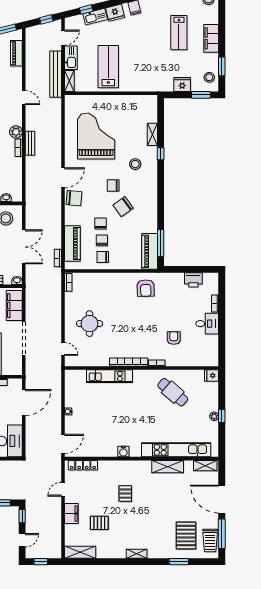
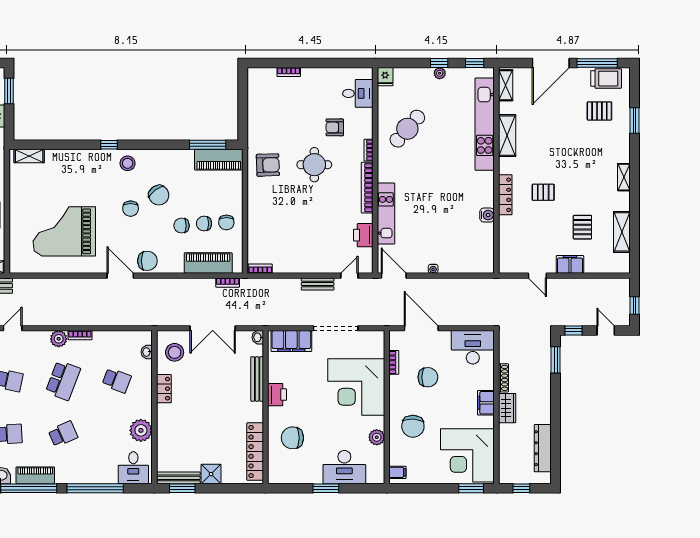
shelving: (152, 134) -> (29, 156), moved
bench: (30, 143) -> (318, 284), moved
window: (161, 154) -> (109, 145), moved
stool: (135, 164) -> (128, 163), moved
chair: (74, 198) -> (147, 261), turned 85
double door: (24, 247) -> (213, 328), swing flipped
printer: (193, 280) -> (363, 235), moved, turned 180
round table: (89, 324) -> (314, 165), moved
desk: (207, 324) -> (358, 93), moved, turned 90
window: (222, 442) -> (475, 63), added
door: (63, 444) -> (394, 276), moved
water cooler: (123, 452) -> (487, 215), moved
locker: (83, 465) -> (505, 195), moved
pallet: (186, 536) -> (599, 111), width x0.67, depth x0.71
shelving: (80, 552) -> (622, 232), moved

